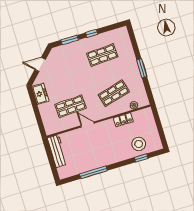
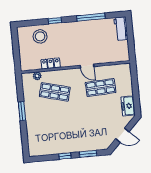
shop shelf: (102, 55) -> (59, 132), removed
shop shelf: (114, 93) -> (55, 92), turned 30
workbench: (57, 151) -> (121, 29), moved, width x0.73
window: (141, 158) -> (55, 21), moved

